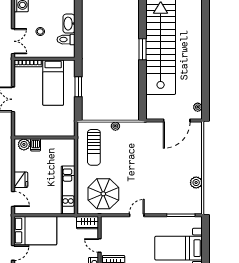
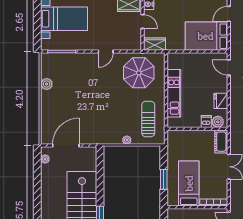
cot: (20, 125) -> (221, 142), added
fridge: (21, 180) -> (221, 101), moved
kitchen unit: (68, 190) -> (174, 93), moved

